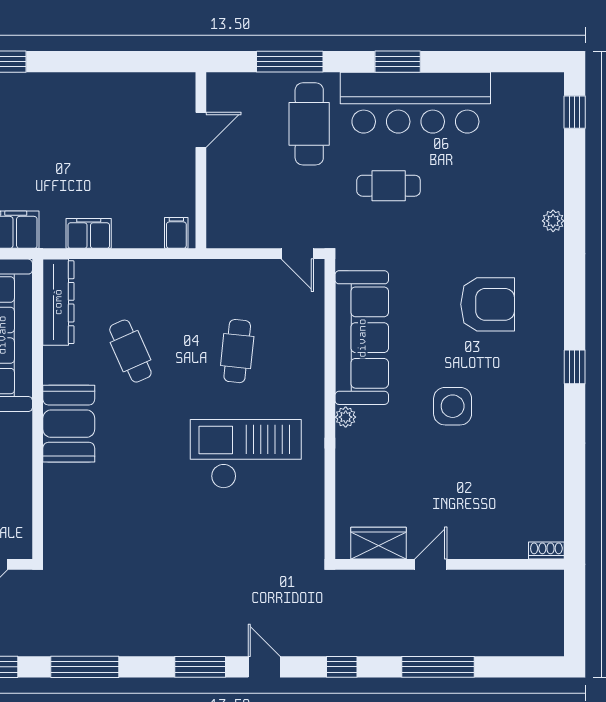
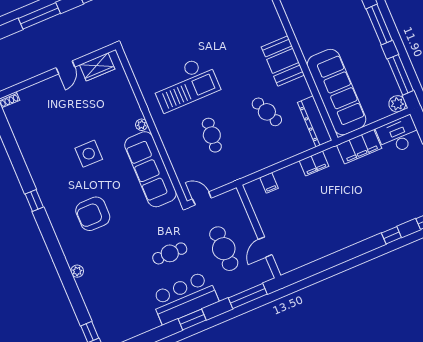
bar counter: (415, 103) -> (184, 298), width x0.73
cafe table: (309, 124) -> (224, 249), moved
door: (201, 130) -> (265, 247), moved
wall: (201, 160) -> (259, 231), moved

